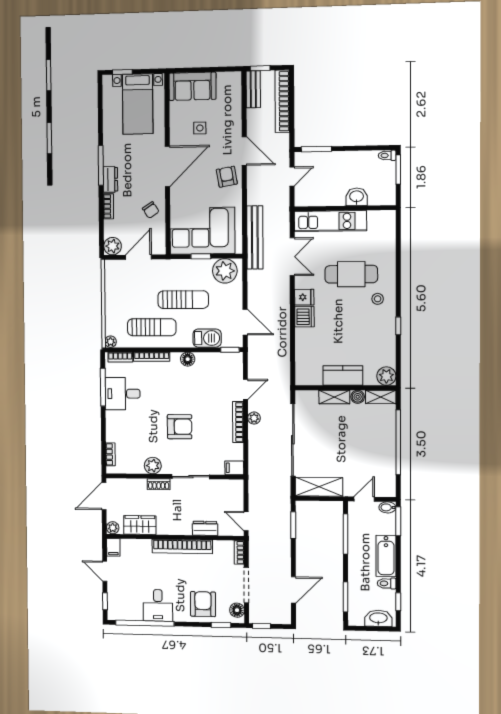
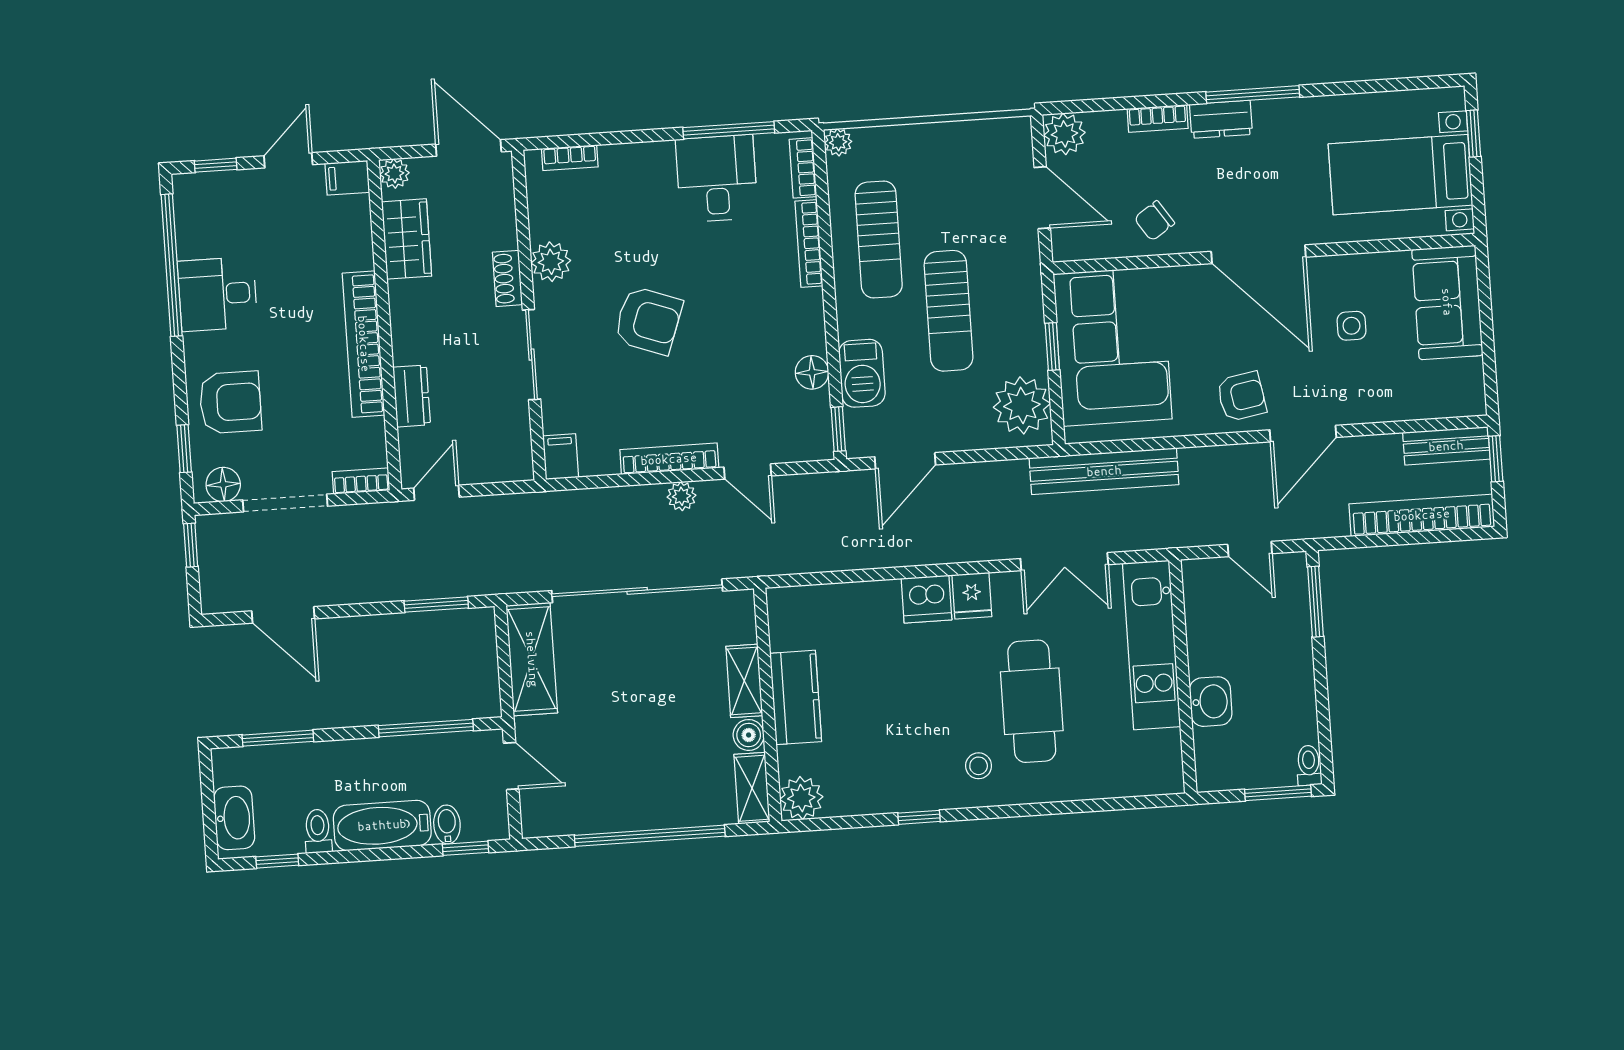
floor lamp: (188, 359) -> (812, 372), moved
armchair: (180, 427) -> (648, 320), turned -70
bidet: (387, 507) -> (447, 824), moved
window: (398, 521) -> (466, 848), width x0.67

